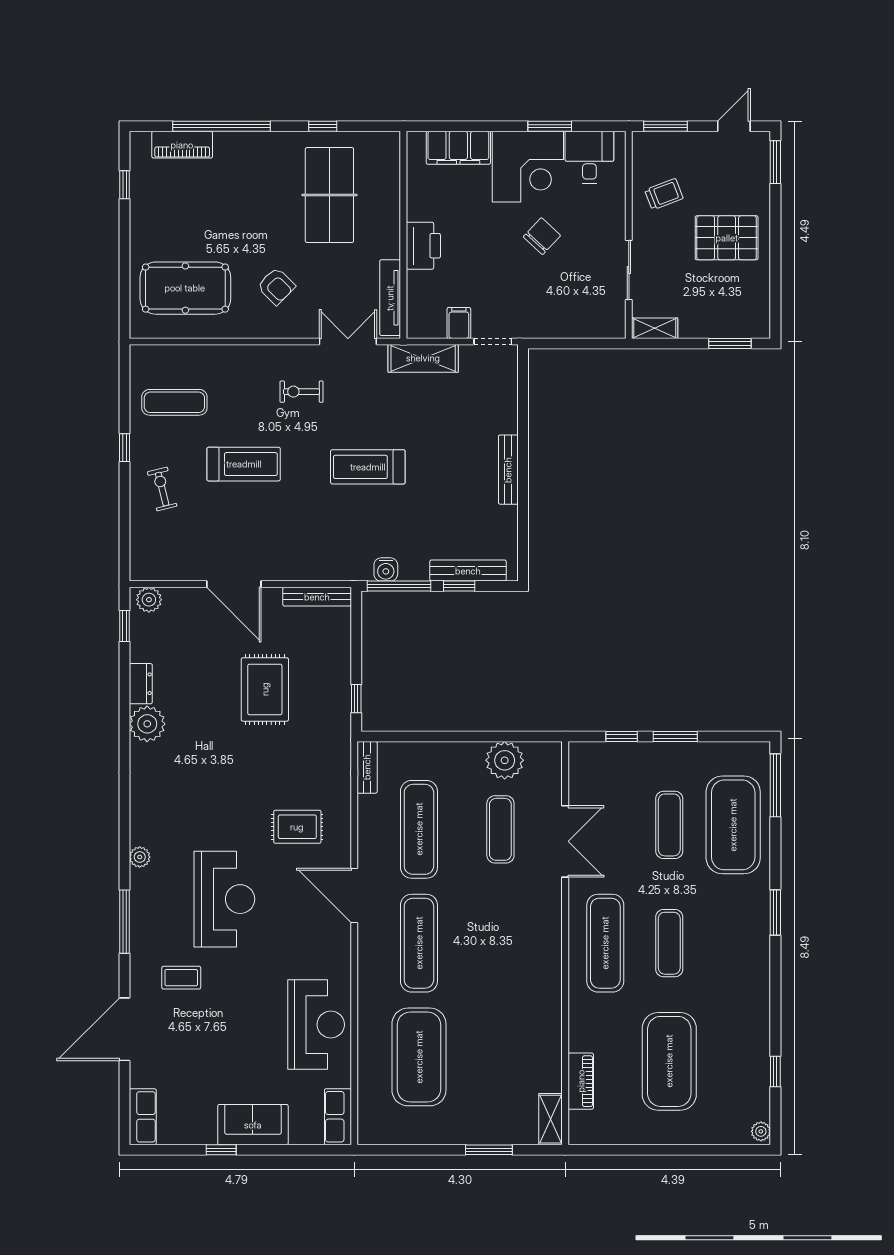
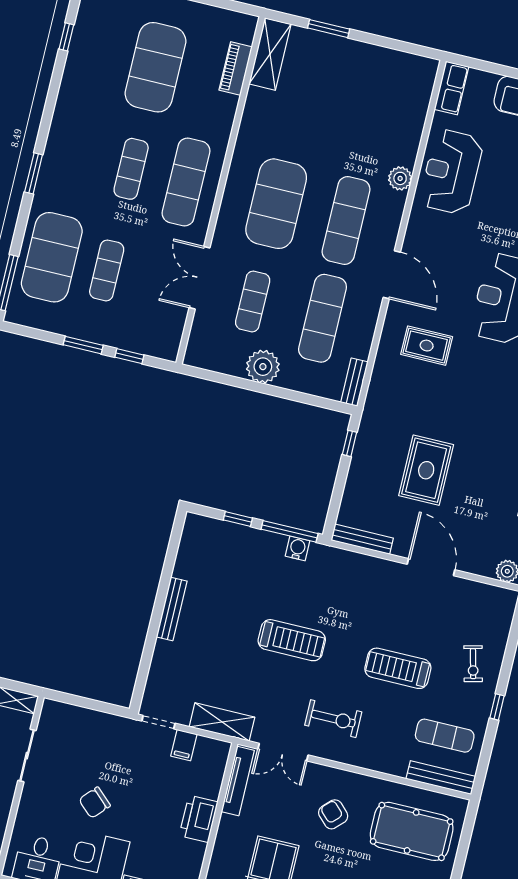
exercise bike: (301, 392) -> (333, 719), width x1.38, depth x1.39
bench: (468, 571) -> (441, 778), moved
plant: (505, 760) -> (263, 367), moved
plant: (371, 1004) -> (400, 178), added
exercise mat: (419, 1057) -> (276, 204), moved
shelving: (551, 1119) -> (270, 54), width x1.50, depth x1.33

